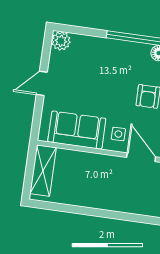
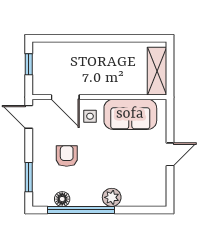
plant: (61, 41) -> (112, 197), moved

